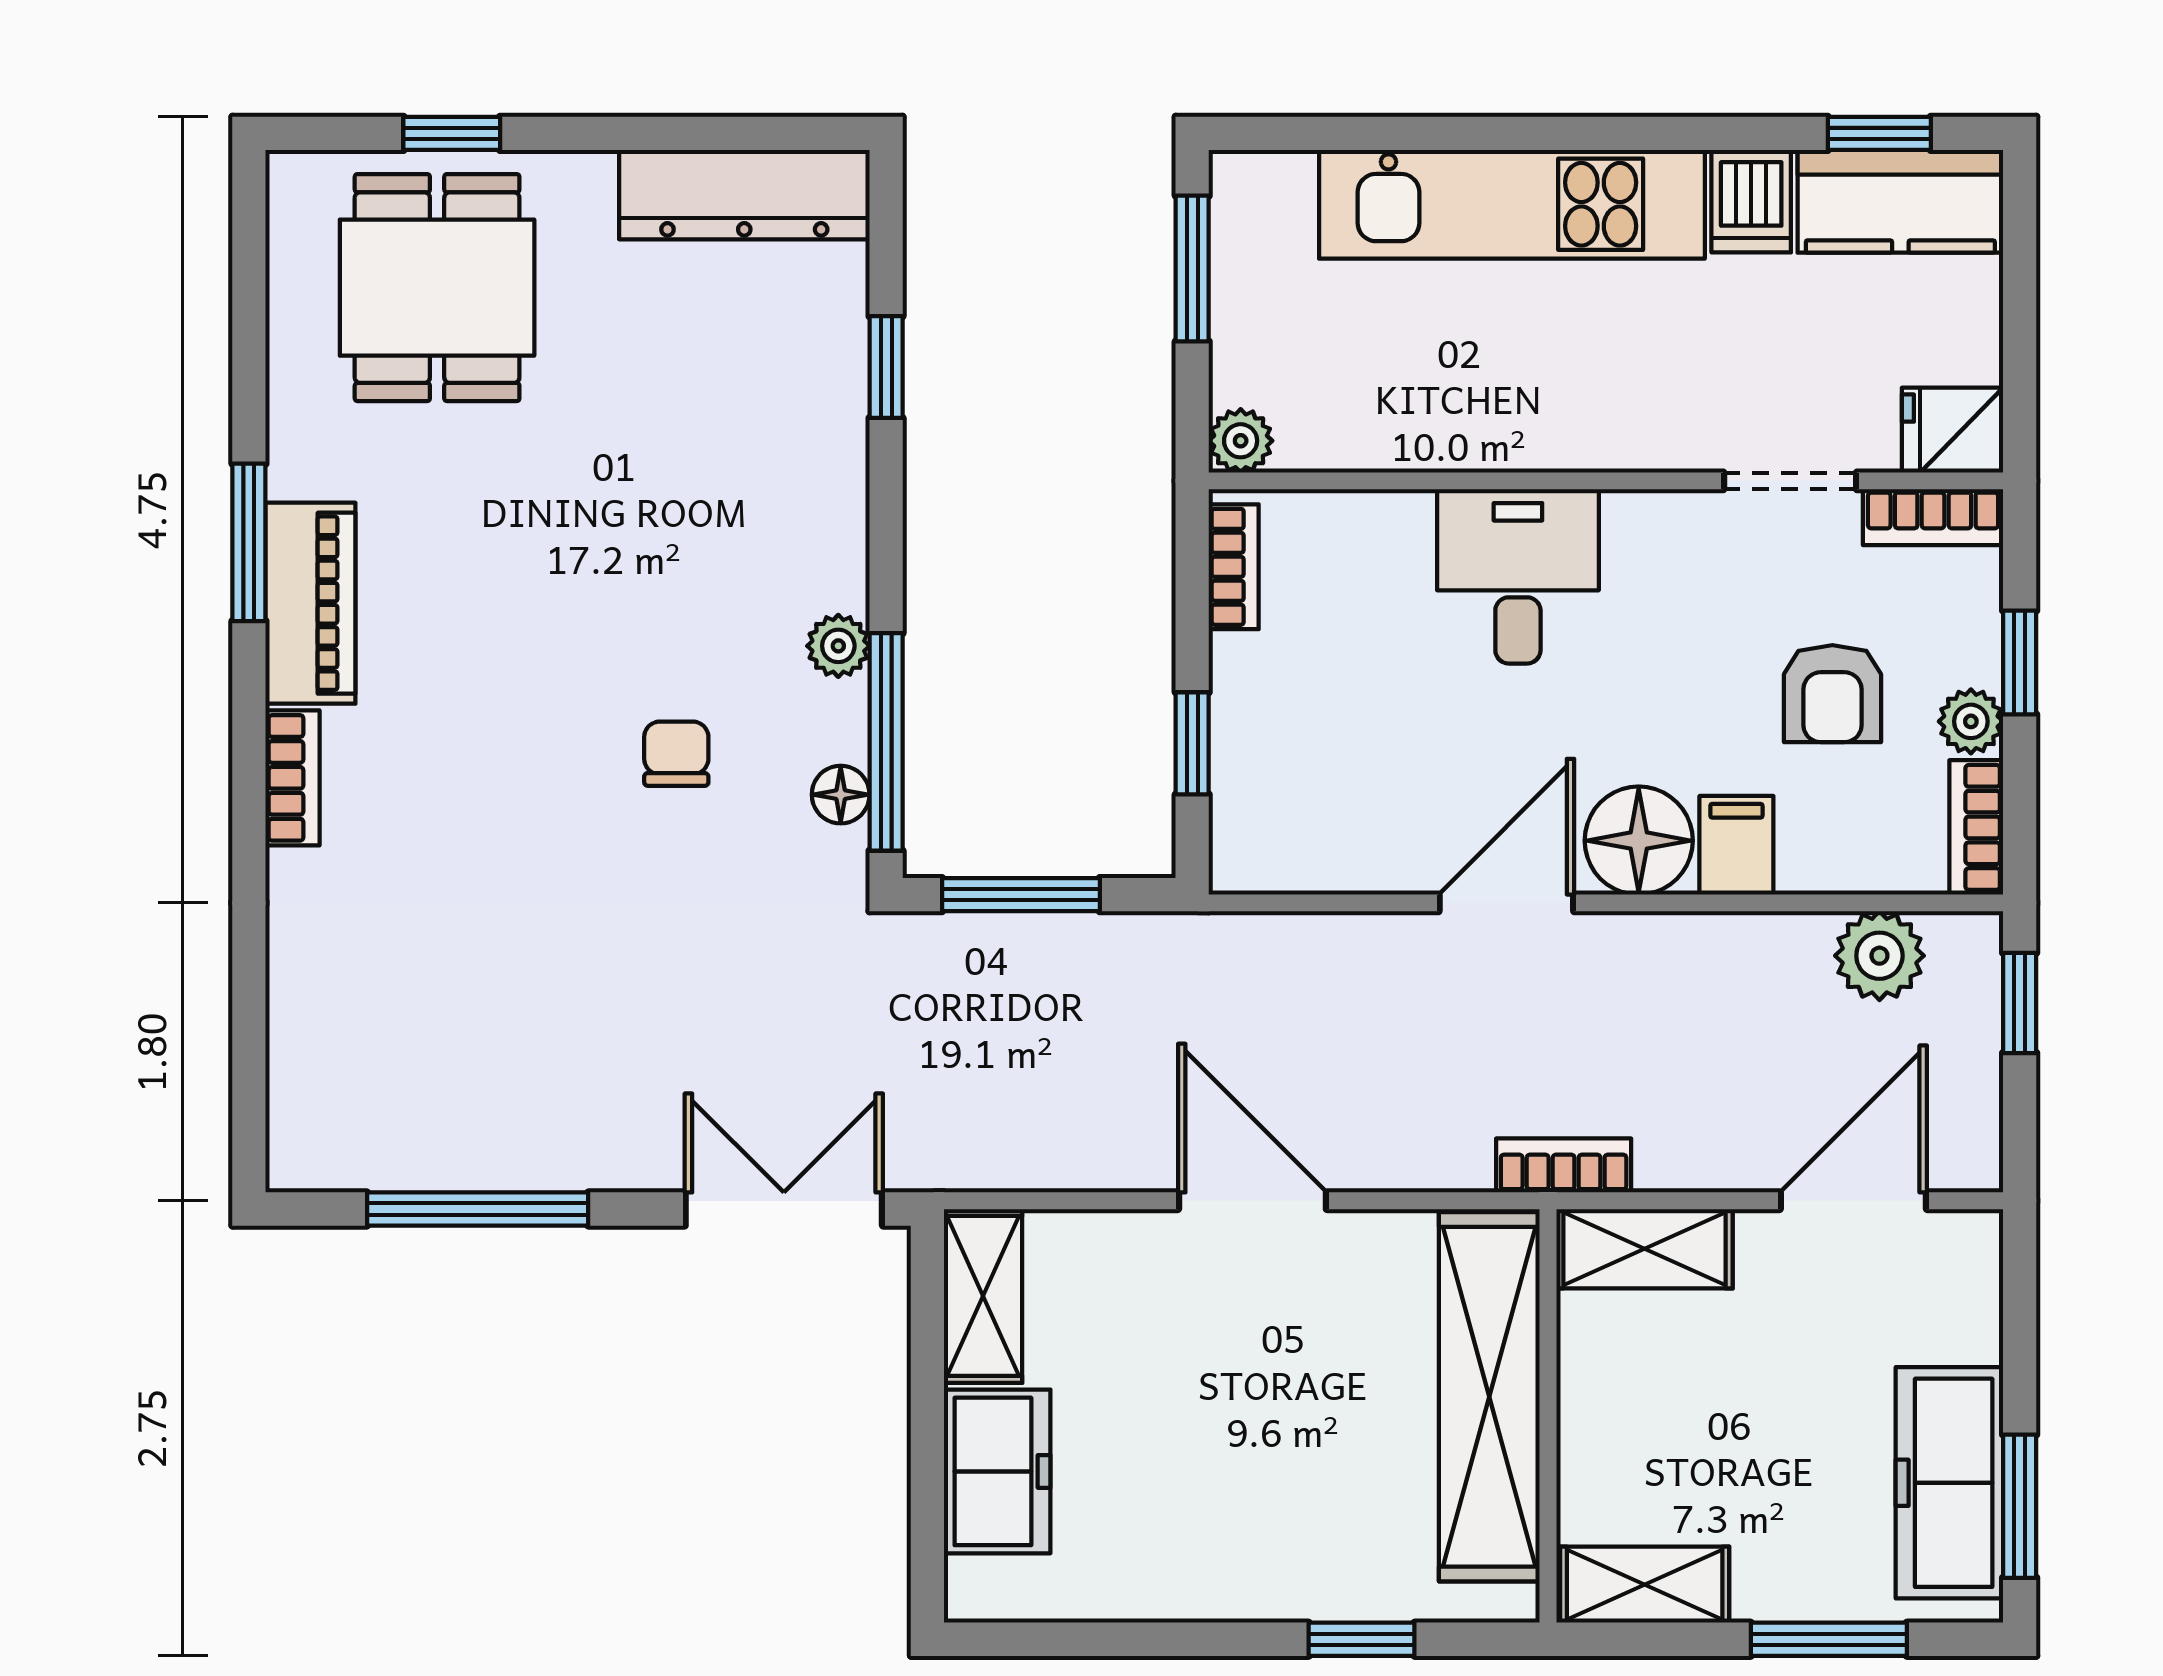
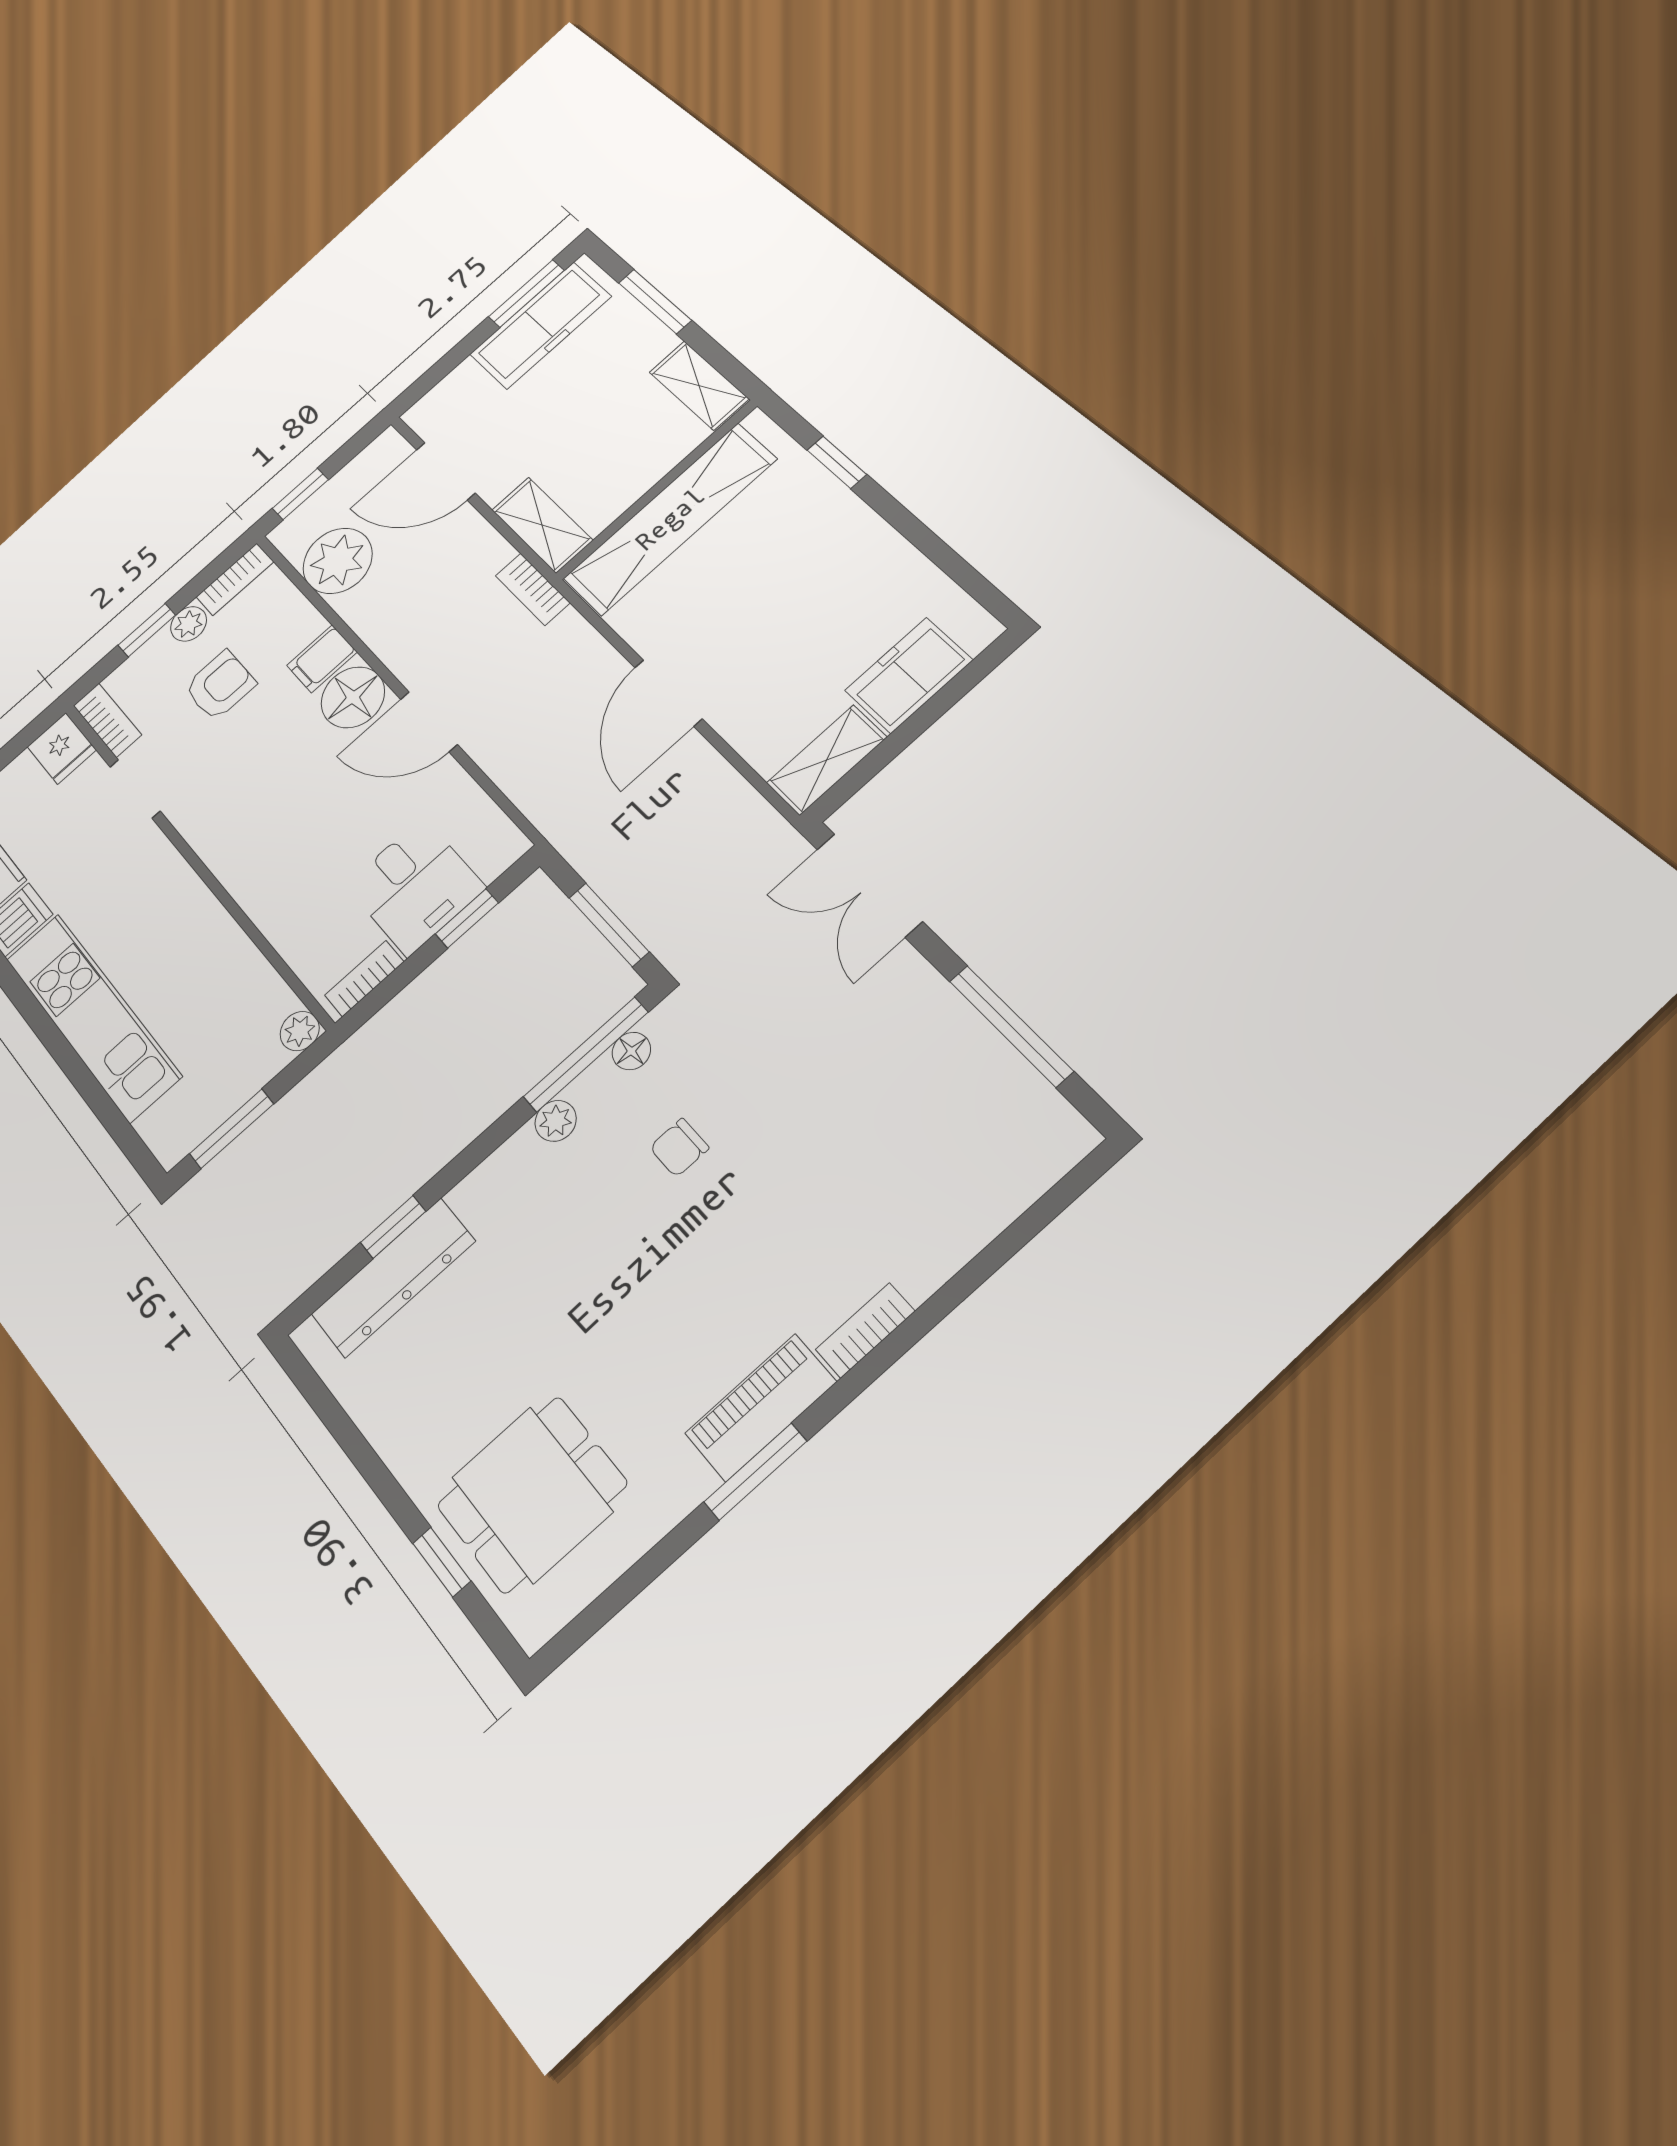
dresser: (744, 195) -> (393, 1278), moved, turned 90
desk: (1518, 576) -> (415, 886), moved, turned -90
plant: (1879, 956) -> (338, 561), width x1.36, depth x1.36

